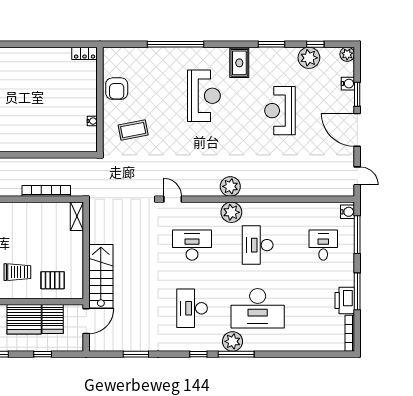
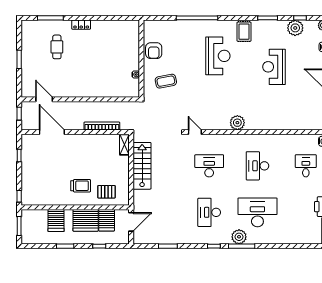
locker: (85, 53) -> (81, 25), moved
plant: (231, 212) -> (238, 142), removed
stairs: (101, 276) -> (142, 166), moved
desk: (258, 308) -> (257, 212), turned 180

